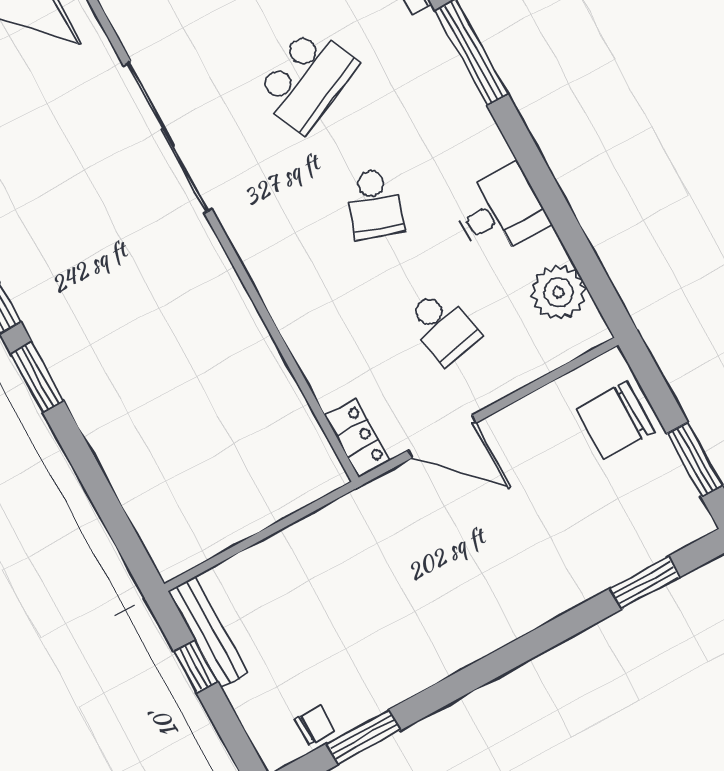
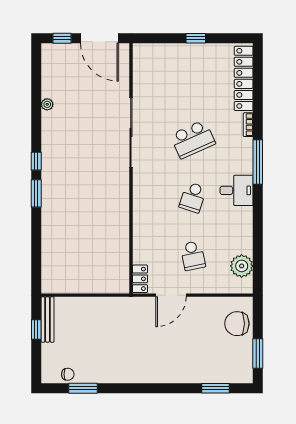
desk: (500, 211) -> (237, 190), moved
door: (442, 437) -> (171, 295), hinge flipped

